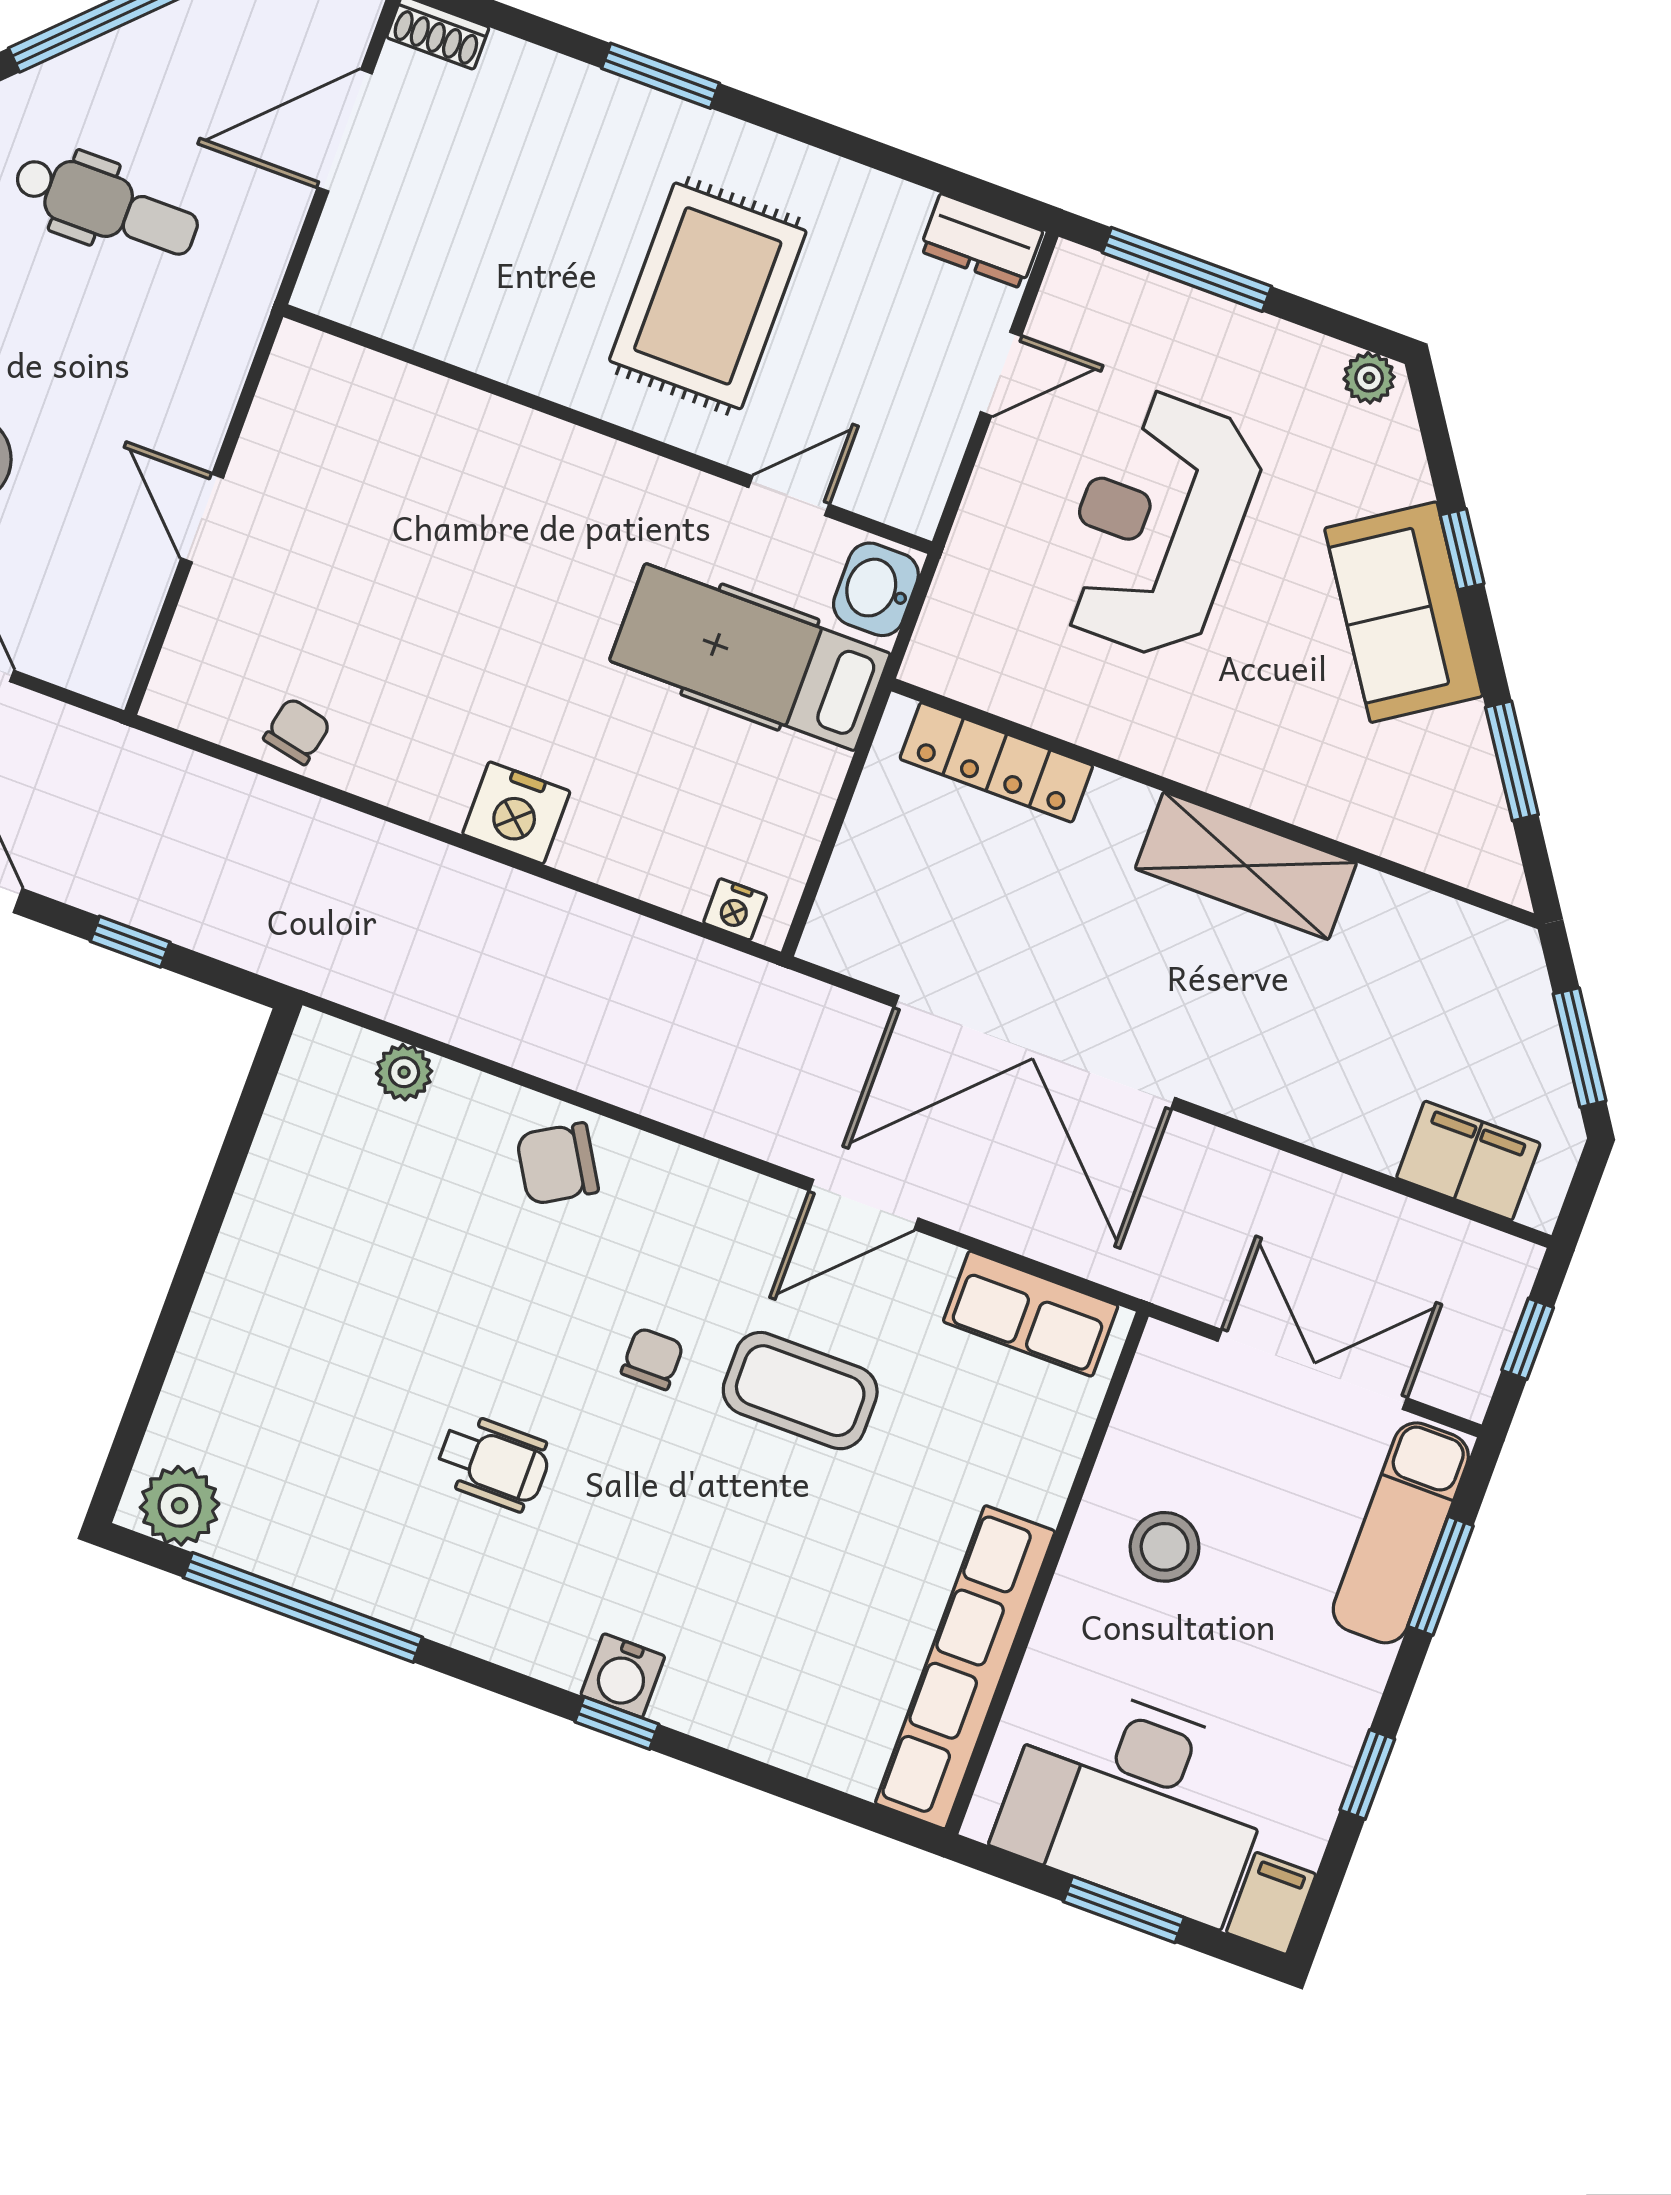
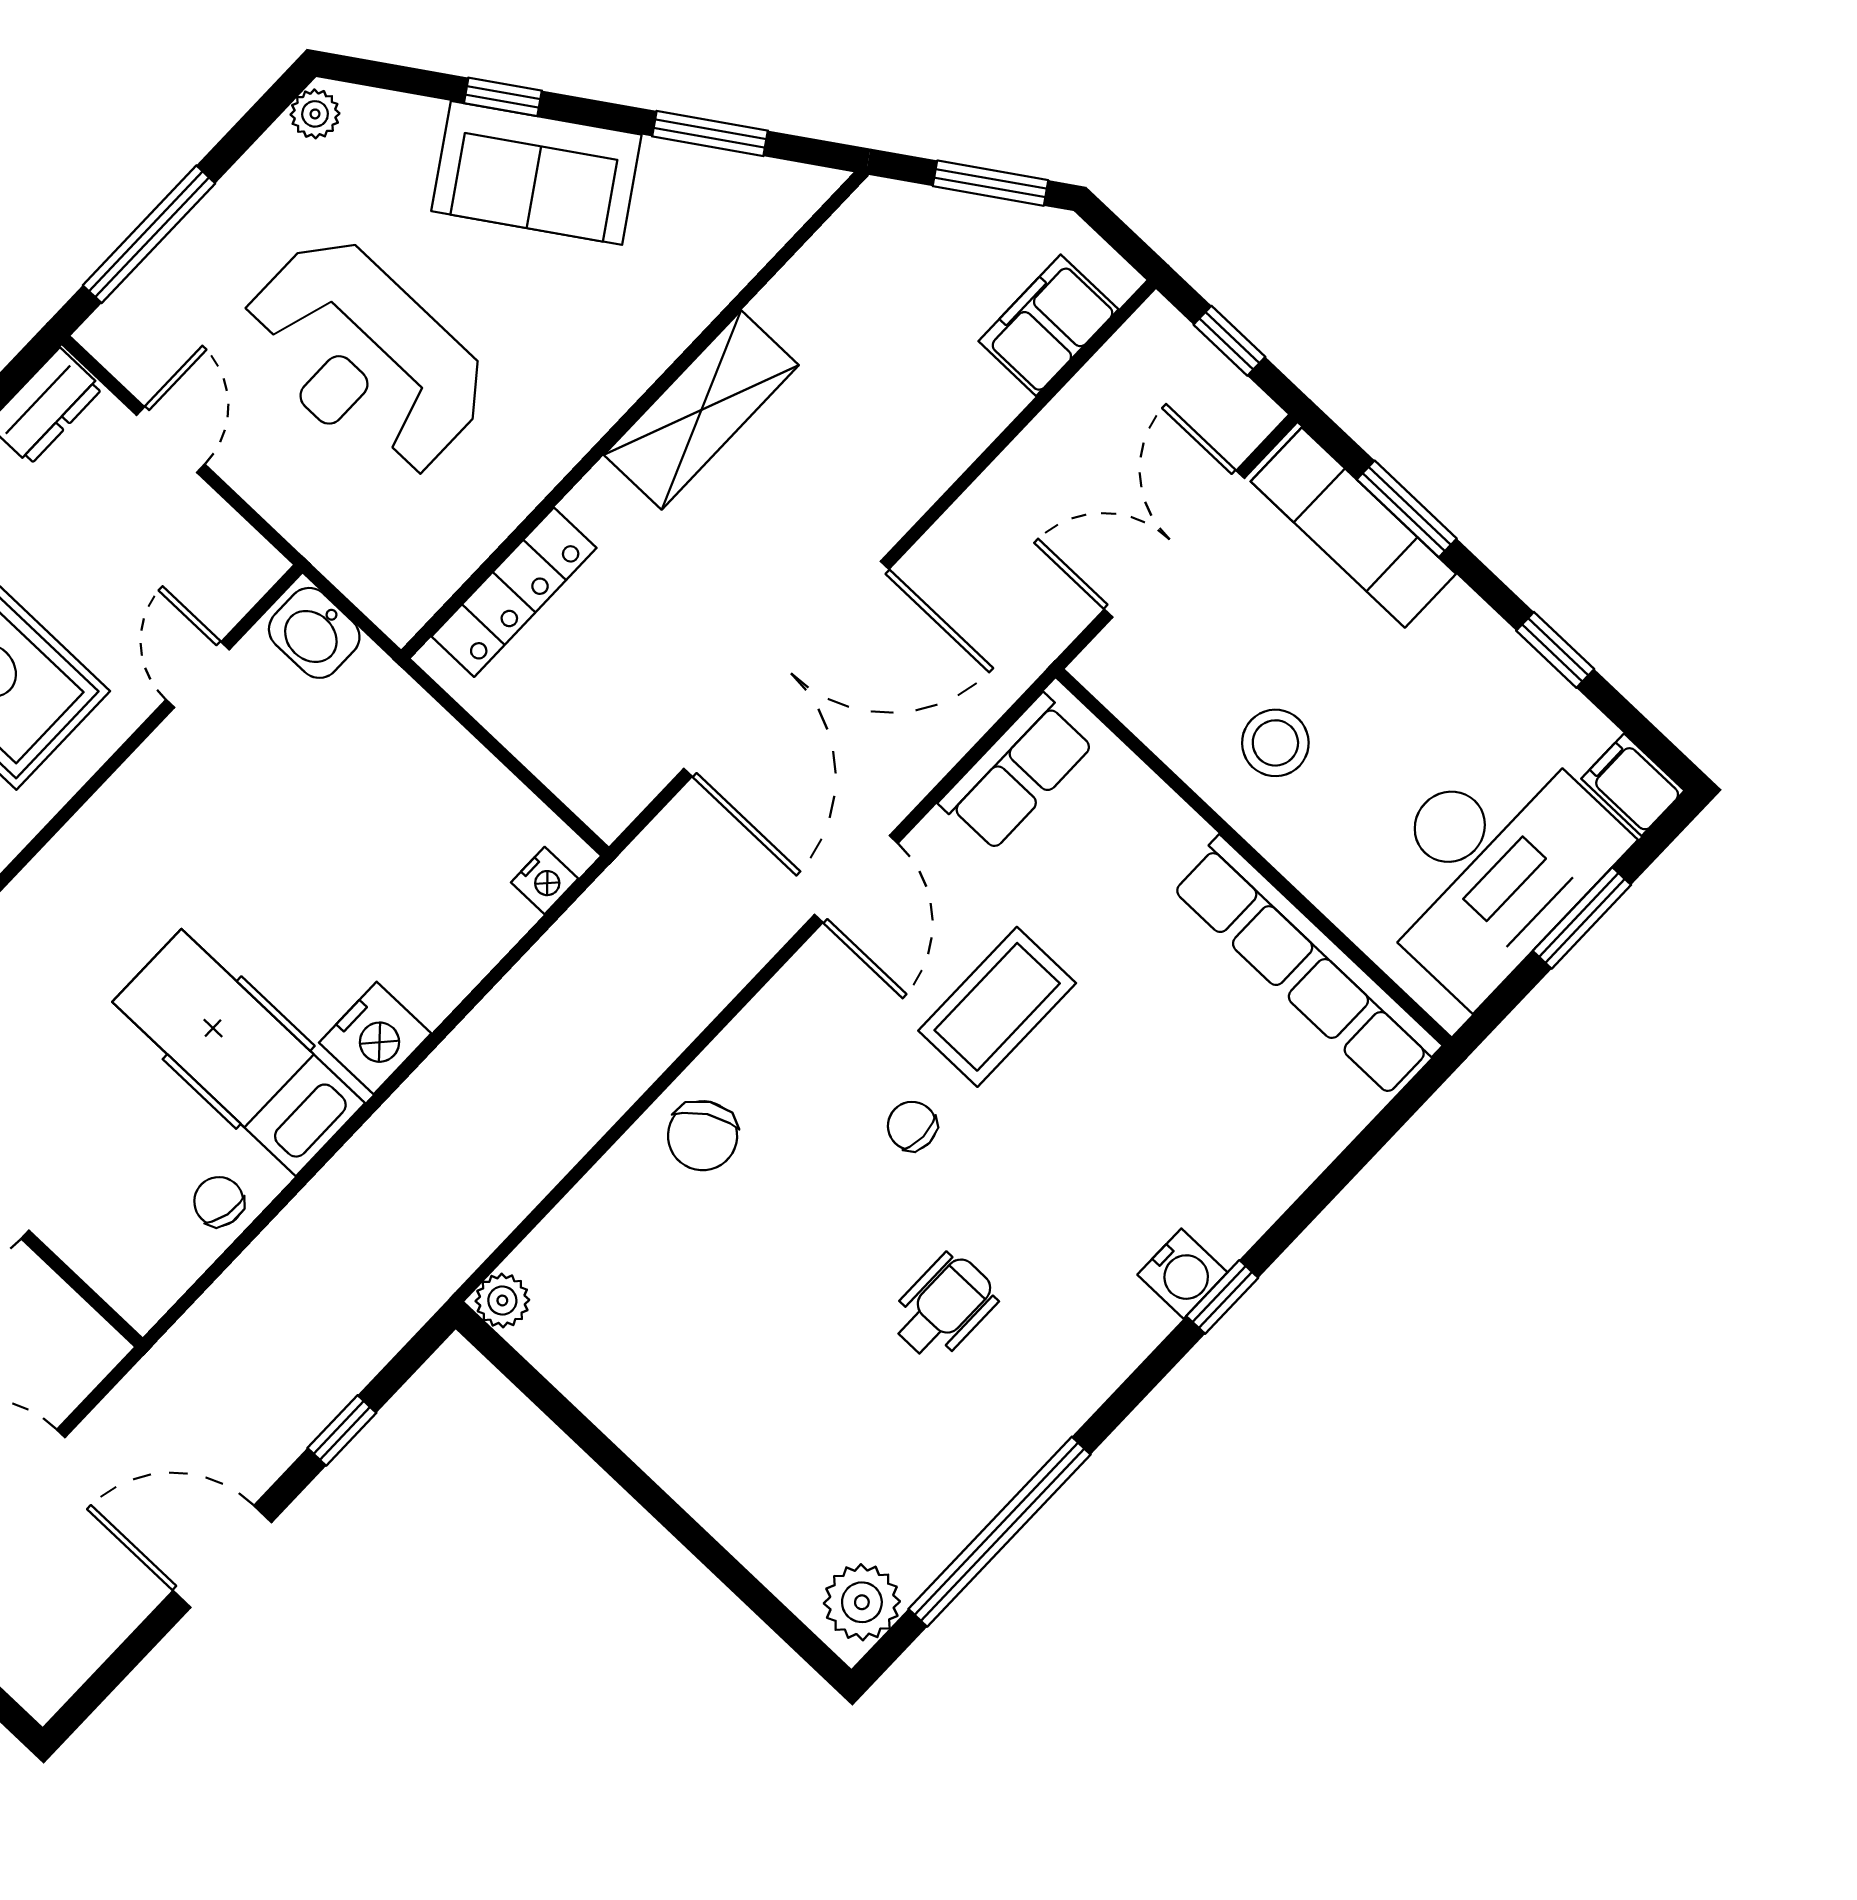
hospital bed: (750, 657) -> (239, 1053), moved, turned 90
plant: (404, 1072) -> (502, 1300), moved

